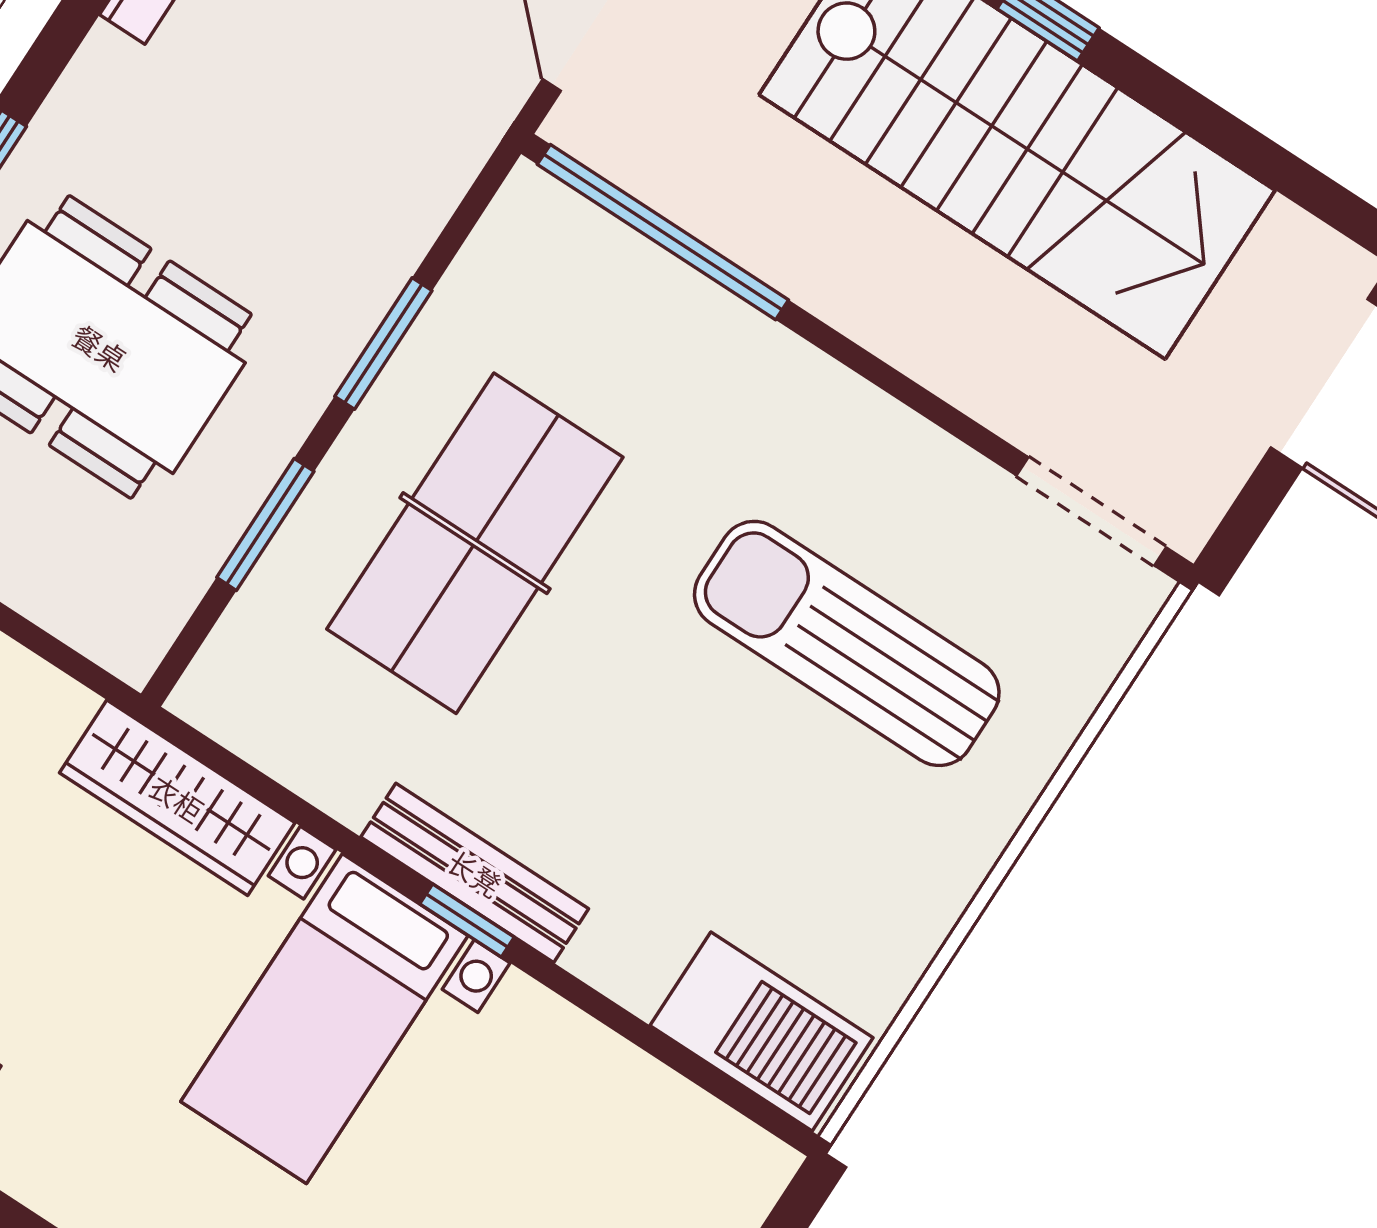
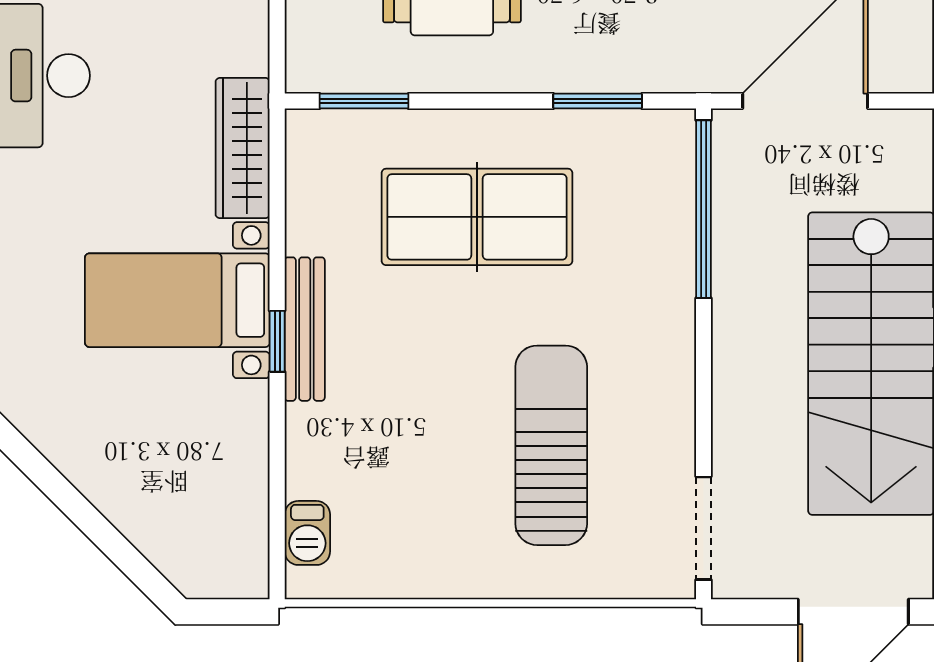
window: (383, 343) -> (598, 101), moved
window: (265, 524) -> (364, 101), moved
barbecue: (761, 1032) -> (307, 533), width x0.53, depth x0.65

